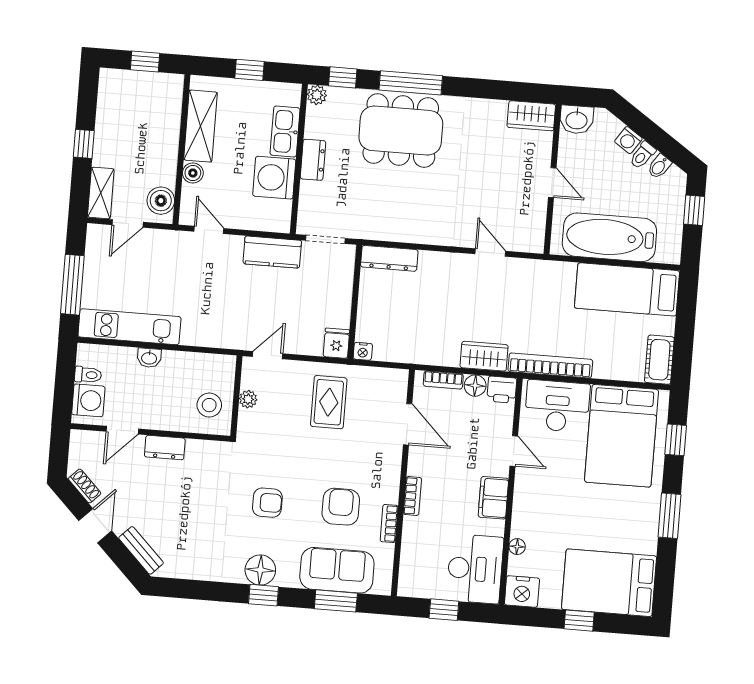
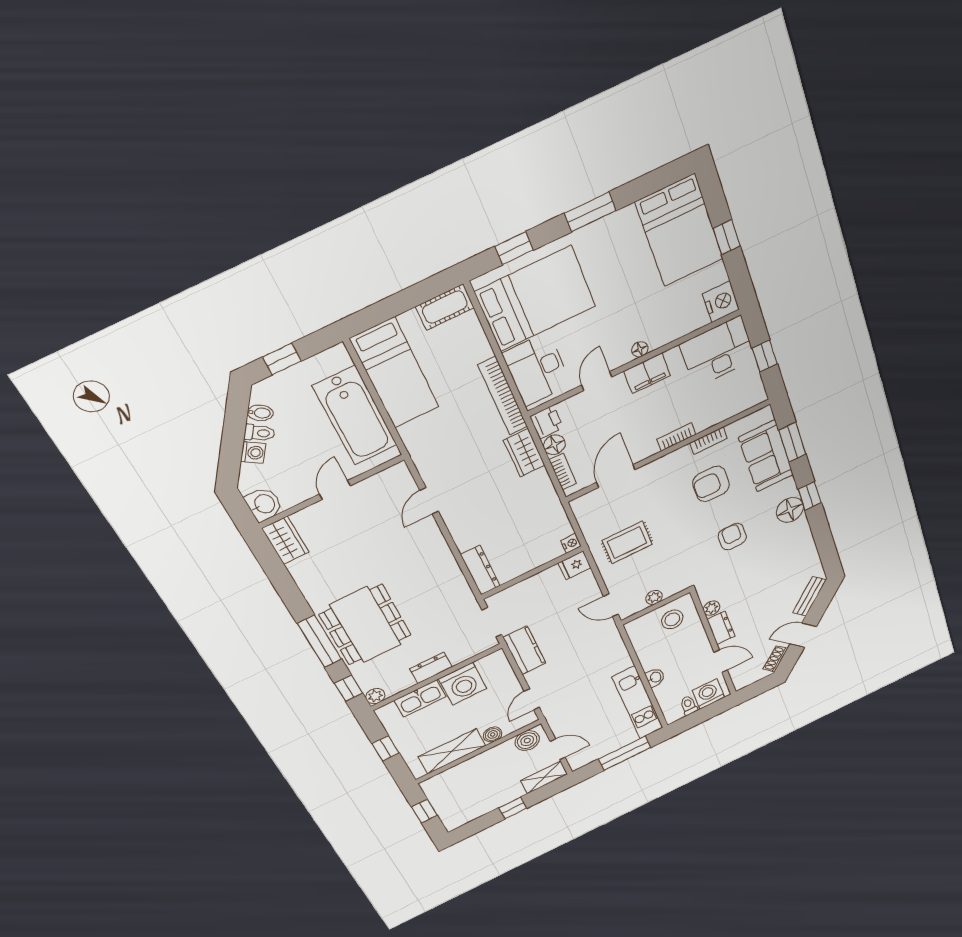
plant: (196, 448) -> (712, 608), added
floor lamp: (517, 547) -> (640, 349), moved

